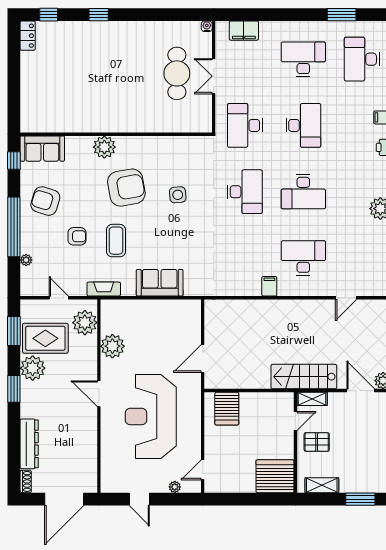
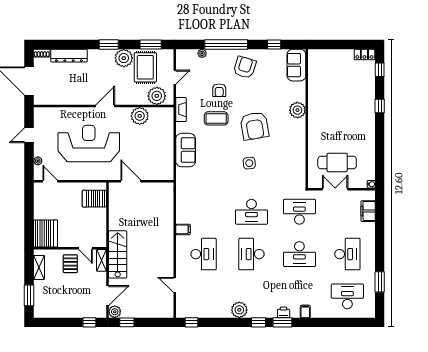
wall: (116, 134) -> (307, 119), moved
plant: (104, 147) -> (297, 110), moved
sofa: (42, 149) -> (296, 65), moved

